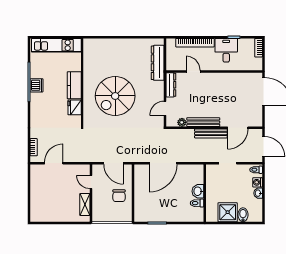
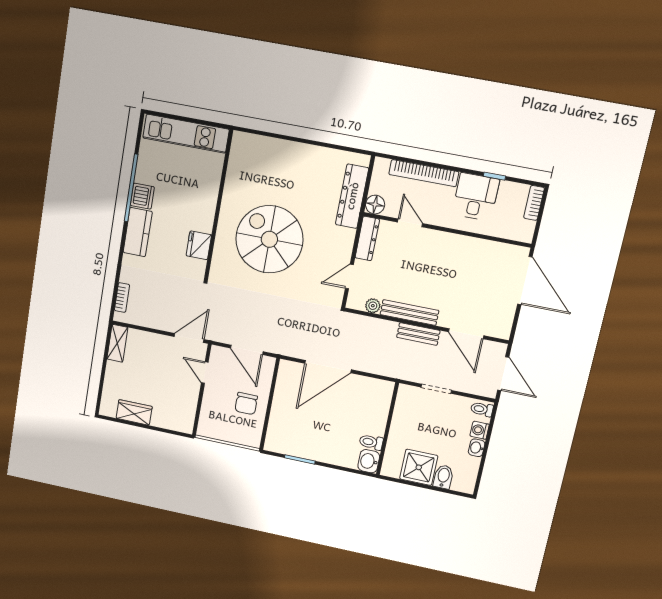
floor lamp: (172, 65) -> (375, 205), added
kitchen counter: (74, 85) -> (138, 232), moved, turned 180
spiral stairs: (115, 96) -> (269, 239), turned 90
door: (238, 128) -> (466, 334), hinge flipped
bench: (211, 133) -> (418, 334), width x0.73
door: (54, 163) -> (189, 338), moved
washbasin: (198, 191) -> (369, 461), moved
shelving: (85, 204) -> (117, 343), moved
wardrobe: (52, 216) -> (134, 412), added

